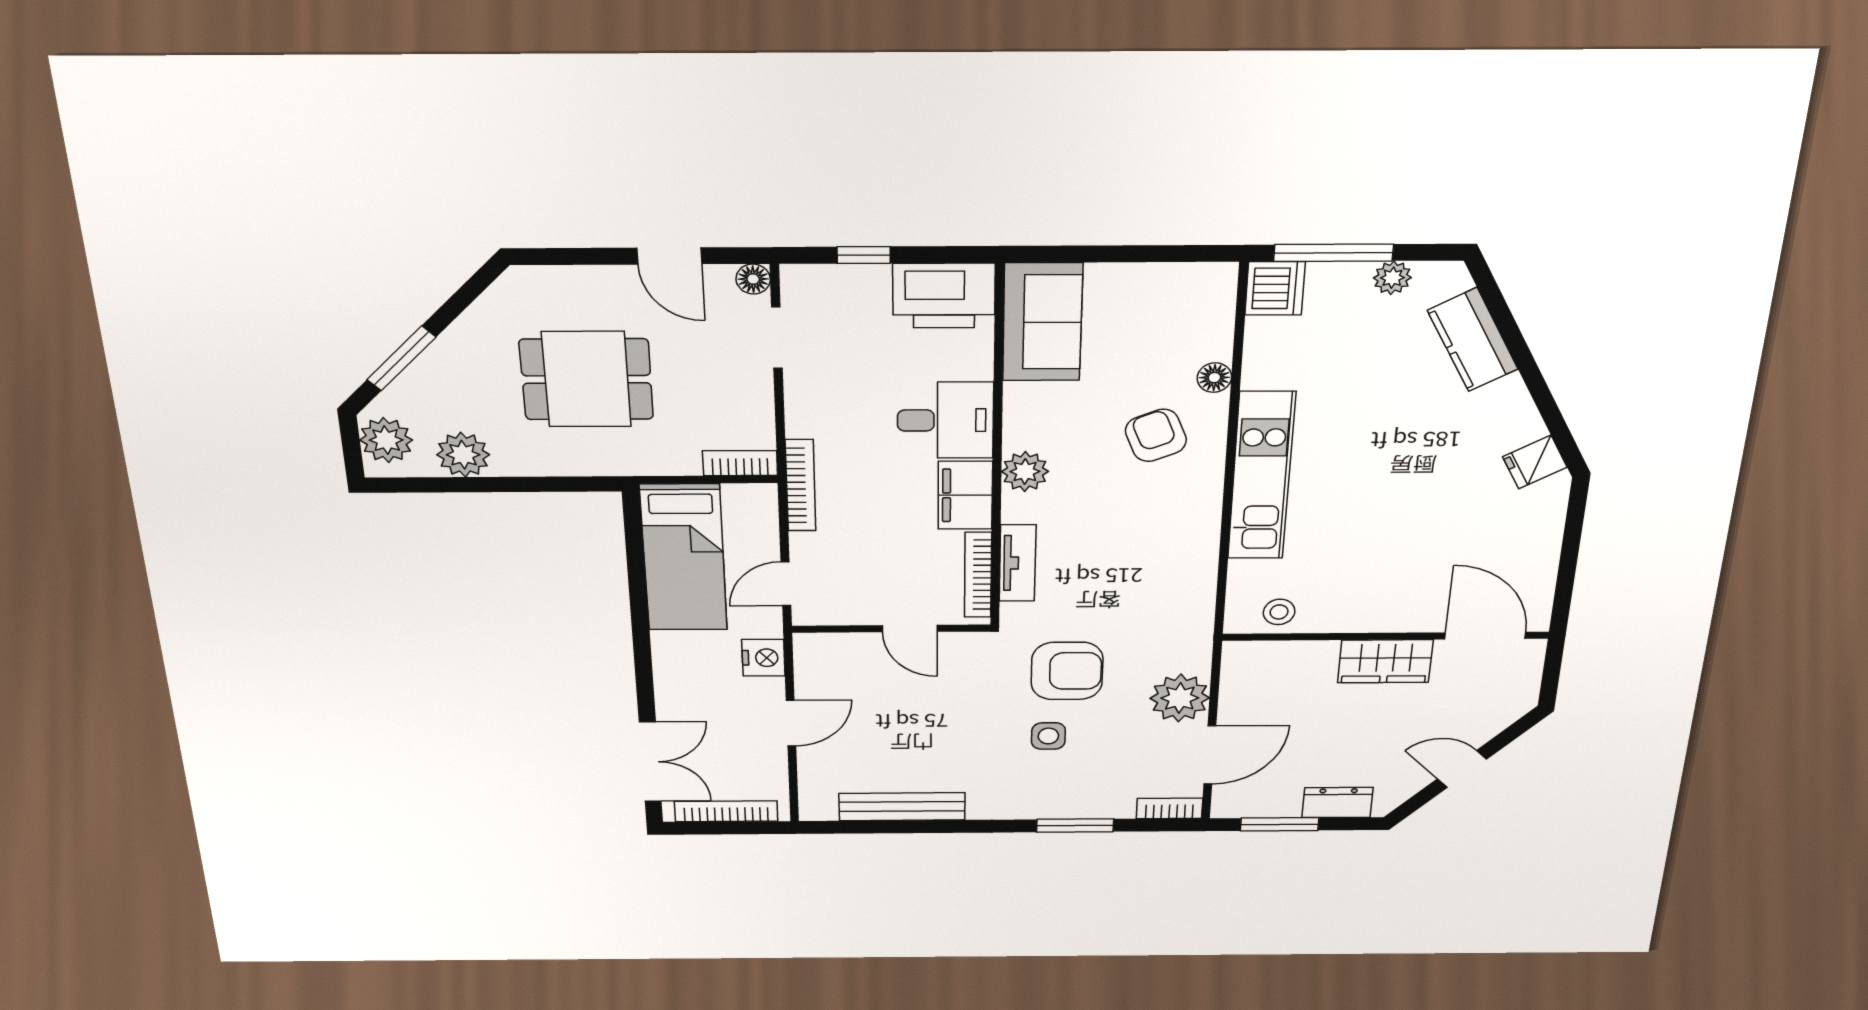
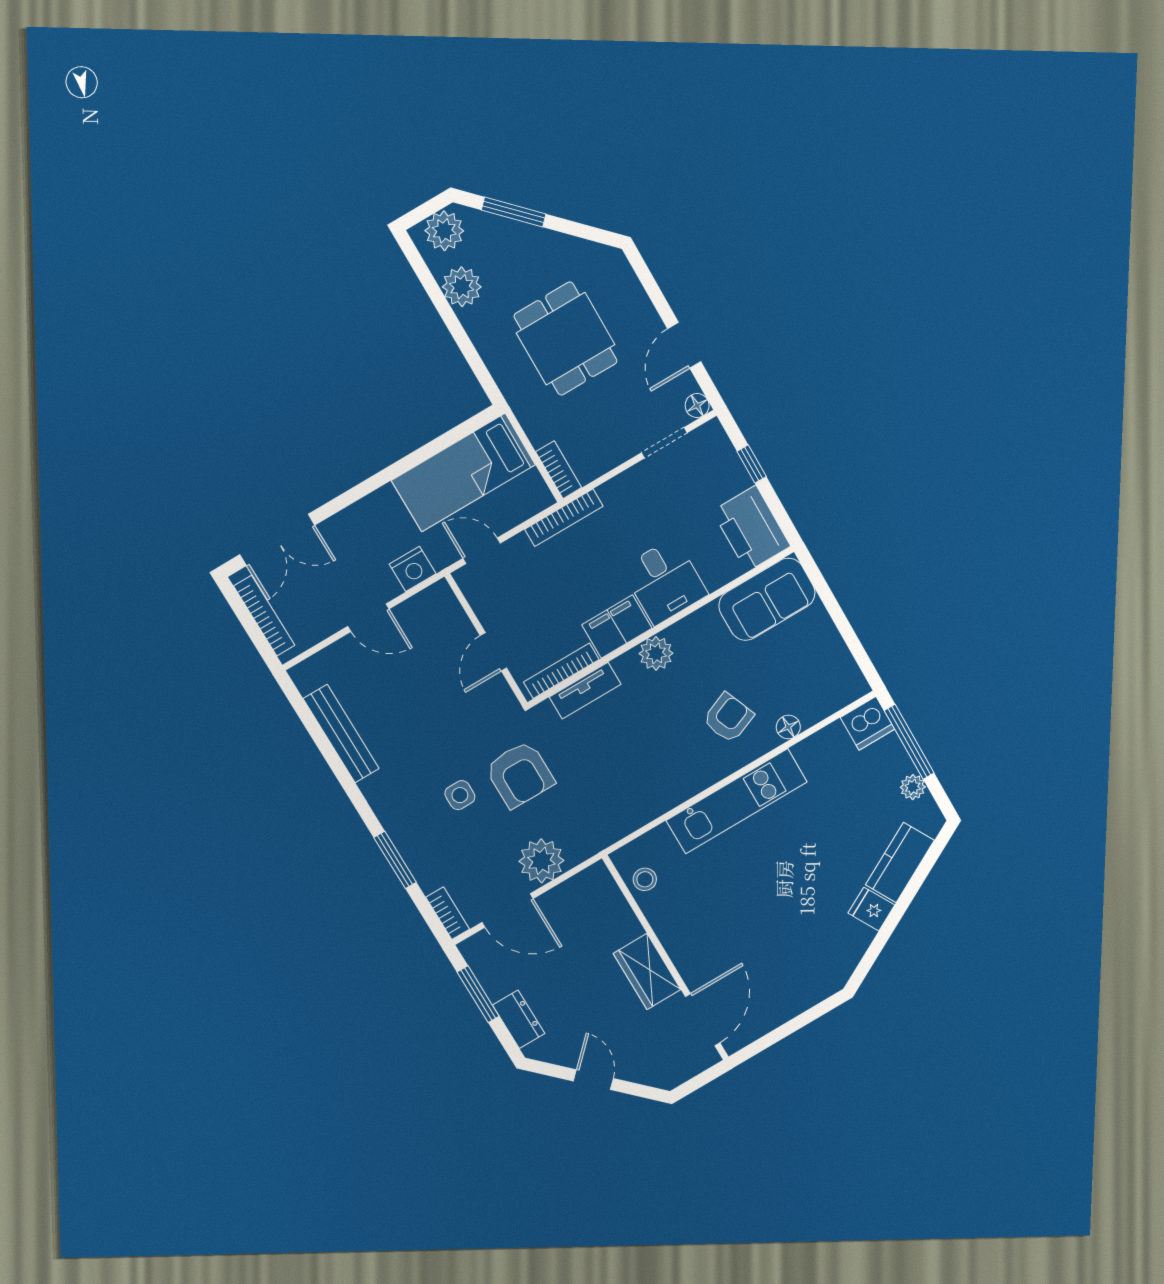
fridge: (1535, 462) -> (871, 909), moved

